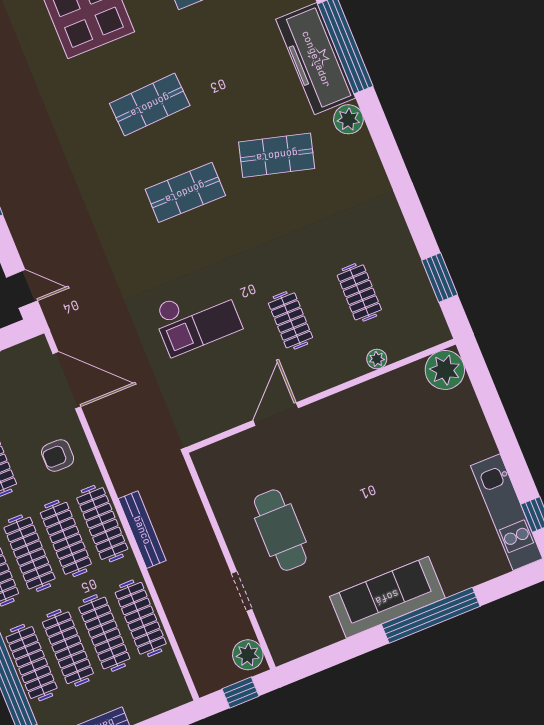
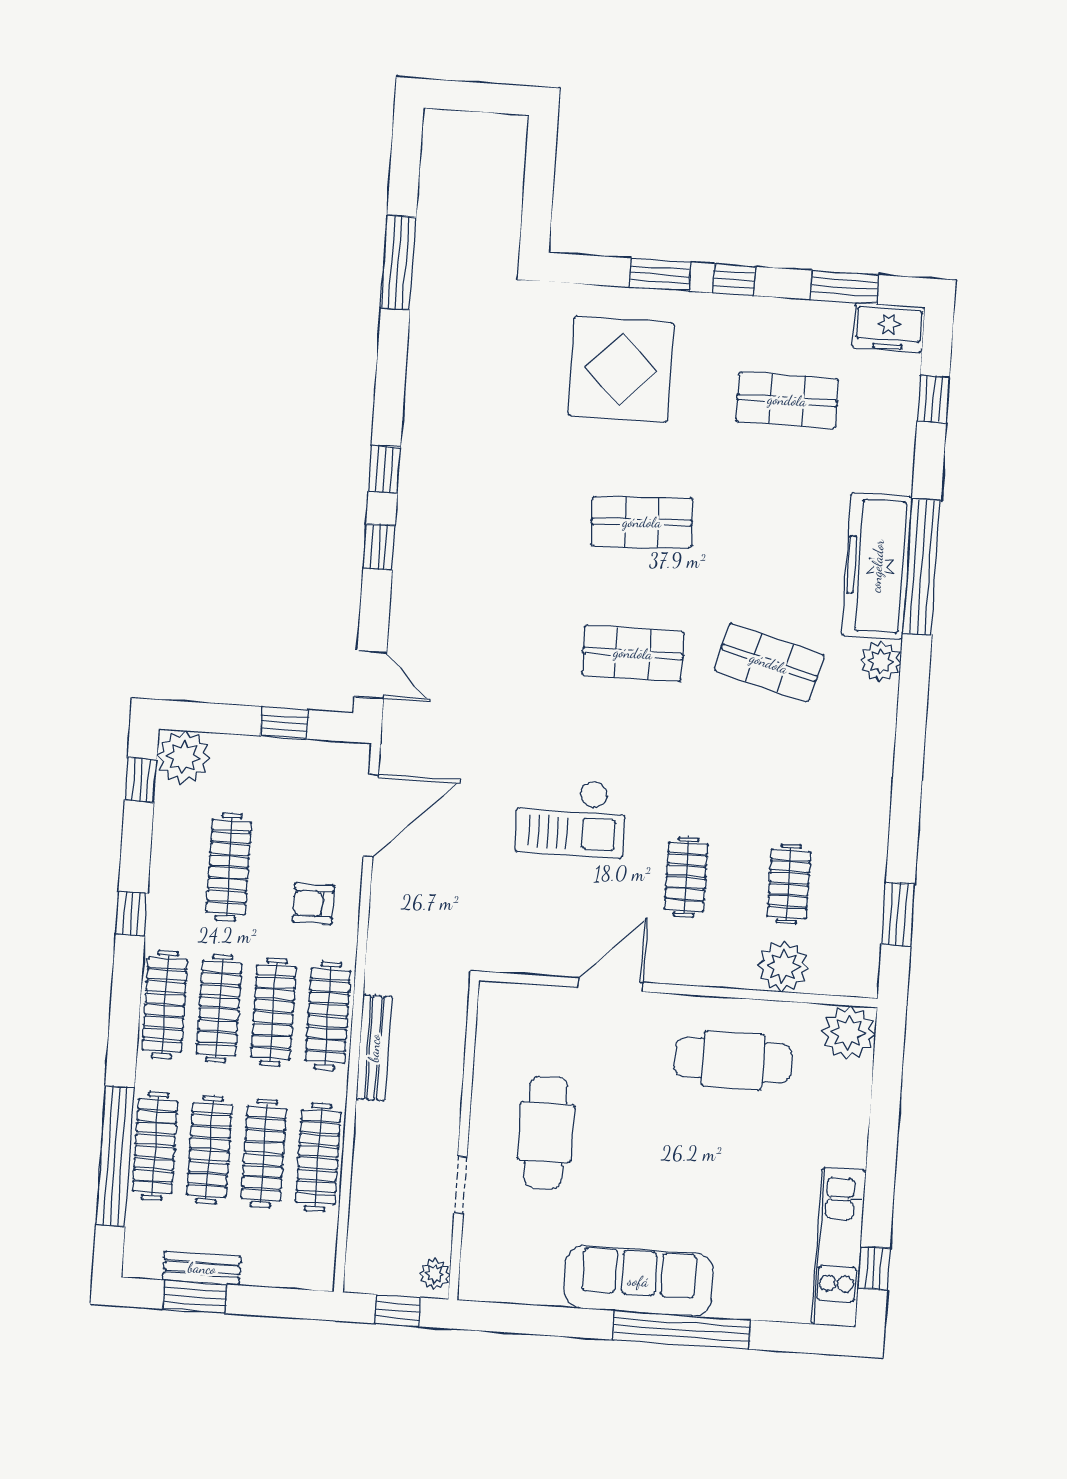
plant: (377, 359) -> (783, 966), width x1.87, depth x1.87
door: (67, 380) -> (371, 815), hinge flipped
cafe table: (379, 424) -> (733, 1060), added
plant: (248, 655) -> (435, 1274), width x0.73, depth x0.73

